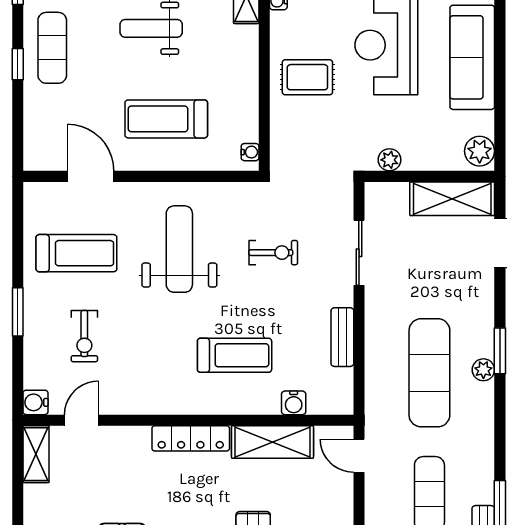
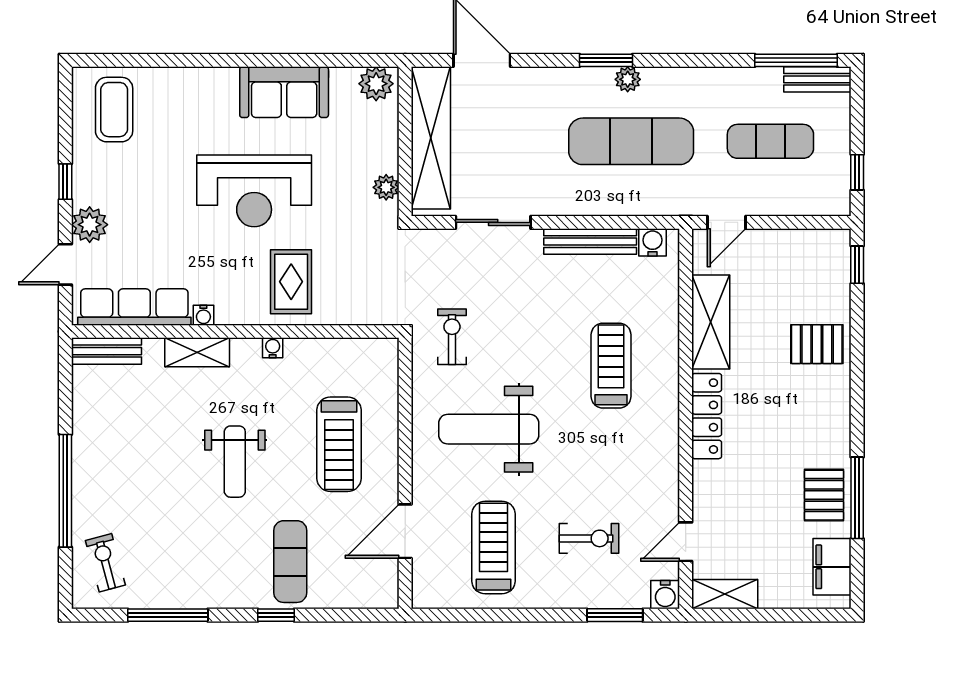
exercise mat: (52, 48) -> (290, 562), moved, turned 90
sofa: (472, 57) -> (284, 92), width x0.73
water cooler: (250, 152) -> (273, 348), moved
shelving: (452, 199) -> (431, 138), width x1.47
exercise bike: (273, 253) -> (452, 337), moved
window: (18, 312) -> (615, 615), moved
bench: (342, 337) -> (590, 242), width x1.36
water cooler: (294, 403) -> (652, 242), moved, turned -90
door: (81, 420) -> (686, 542), hinge flipped

